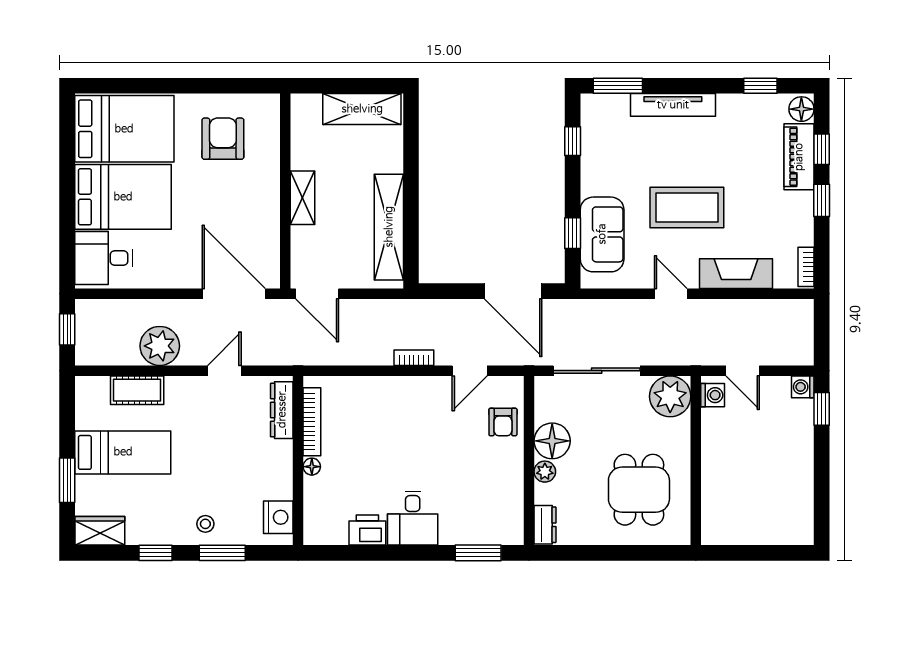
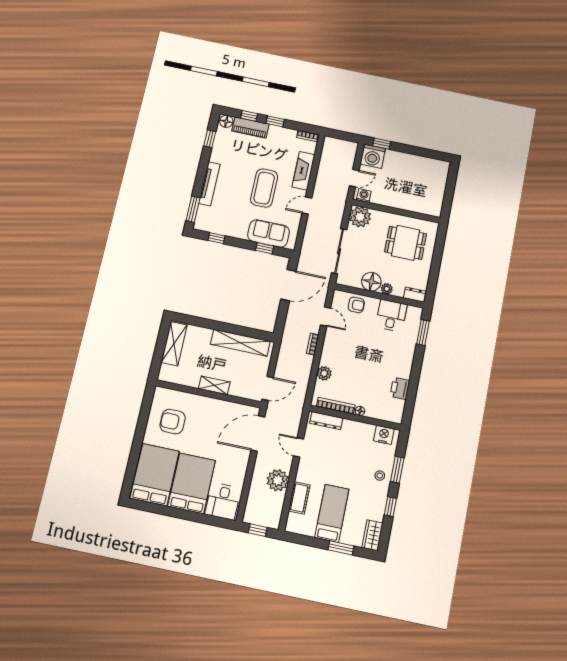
washing machine: (803, 387) -> (373, 156), width x1.89, depth x1.89
plant: (366, 389) -> (324, 373), added
desk: (413, 518) -> (391, 316), moved, turned -90

